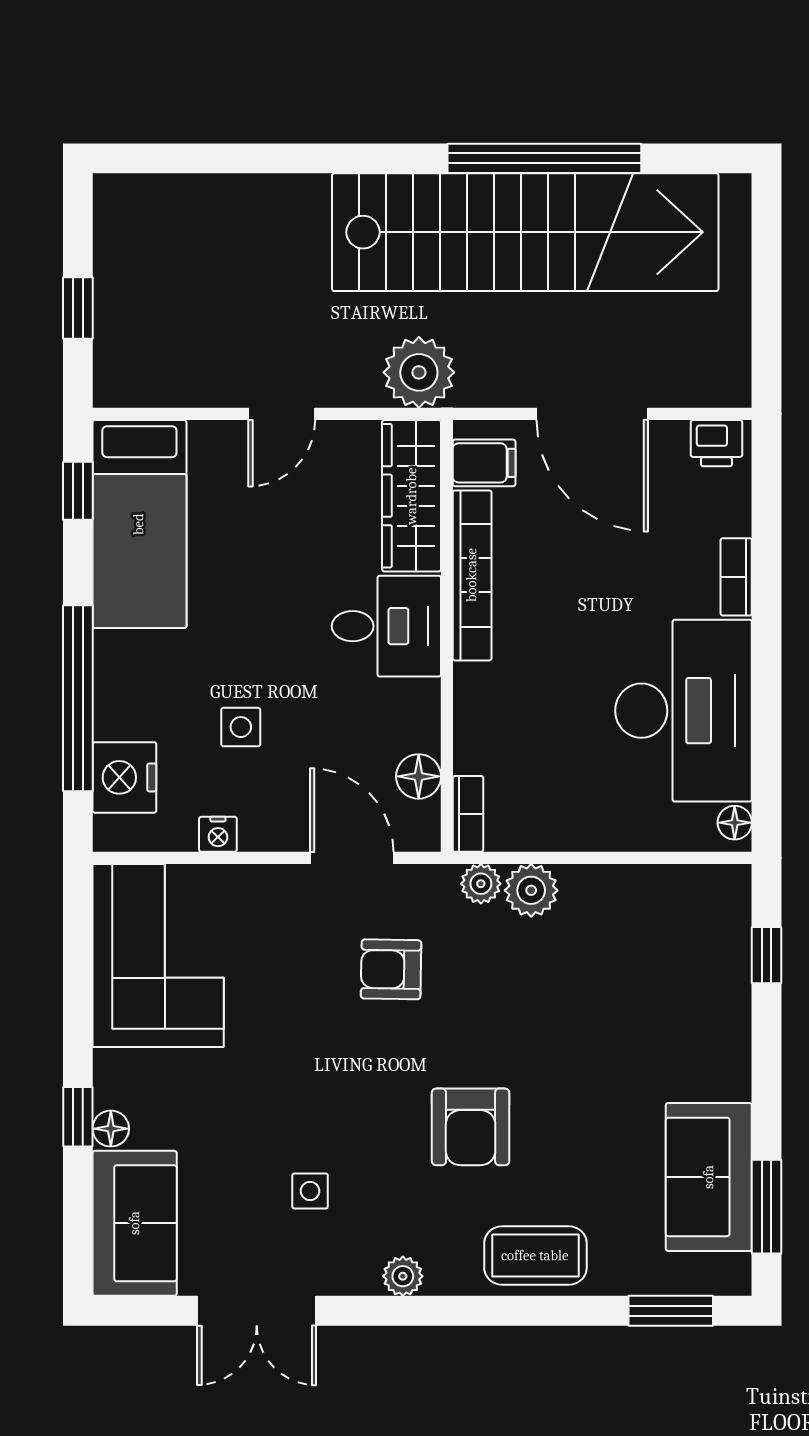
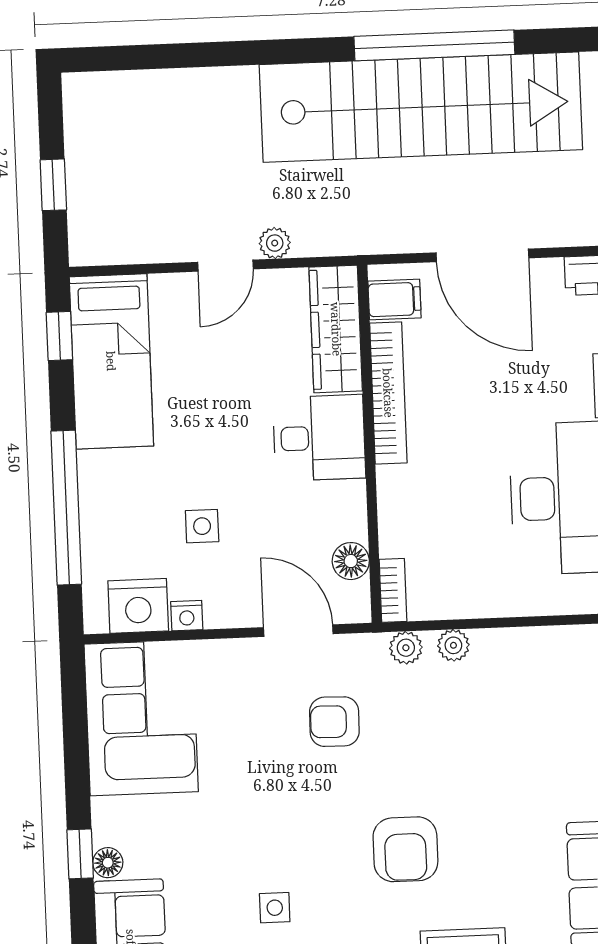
plant: (419, 372) -> (275, 243), moved, width x0.53, depth x0.53
nightstand: (124, 777) -> (138, 606), moved, turned -90
plant: (531, 890) -> (453, 645), width x0.73, depth x0.73

